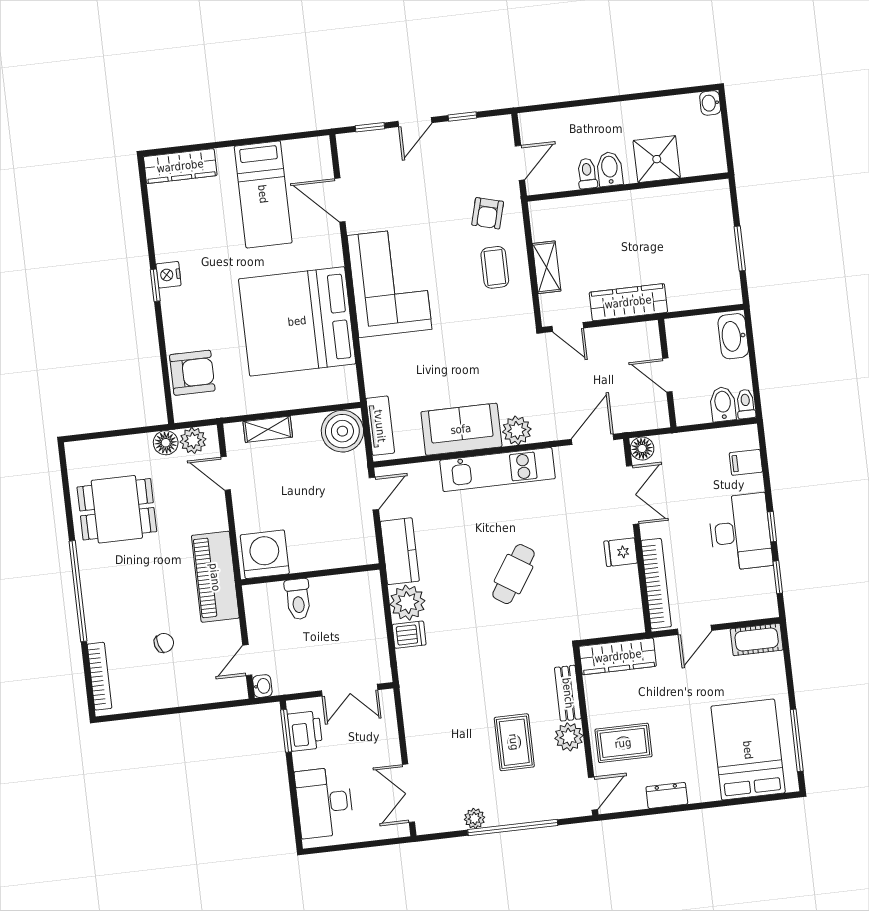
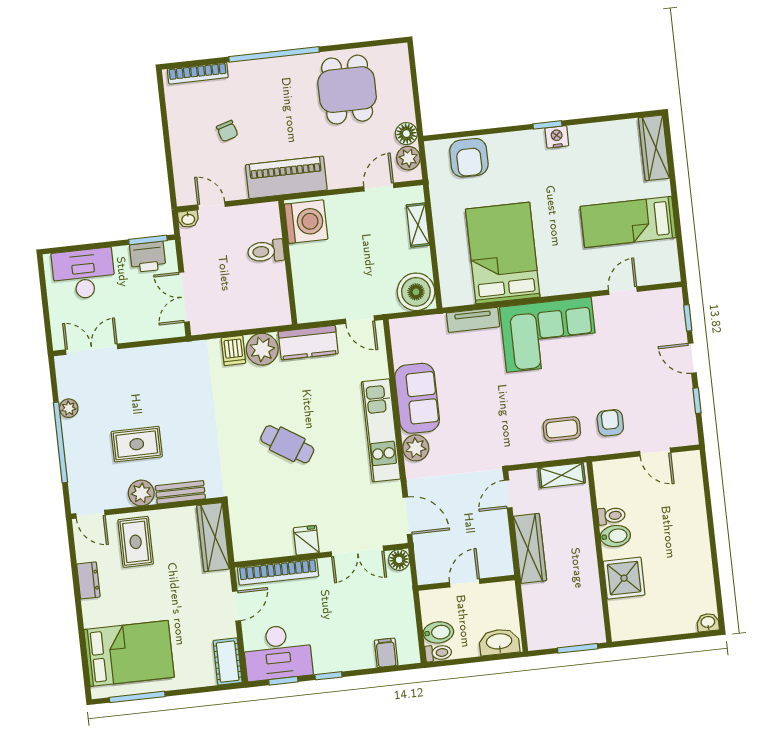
shower: (657, 159) -> (624, 578), moved
bidet: (610, 169) -> (615, 536), moved
toilet: (587, 174) -> (611, 516), moved
wall: (628, 187) -> (599, 552), moved
door: (340, 200) -> (623, 291), width x0.73
armchair: (488, 213) -> (610, 423), turned 75
bed: (297, 321) -> (503, 253), width x0.73
tv unit: (380, 426) -> (473, 320), moved
desk: (740, 532) -> (278, 652), moved
door: (695, 630) -> (236, 606), swing flipped

